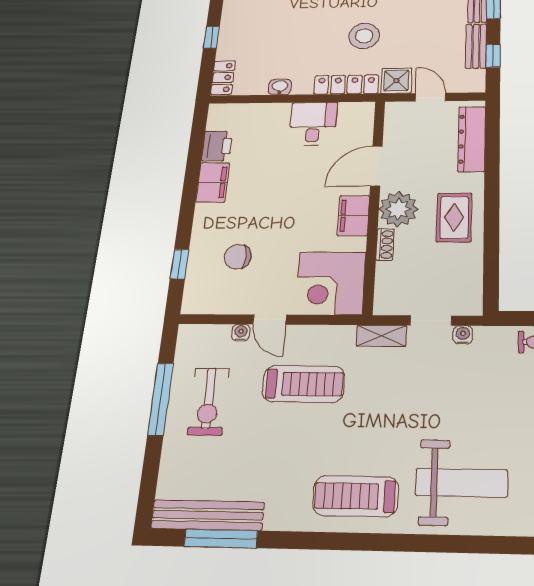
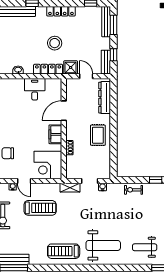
bench: (476, 46) -> (106, 62), moved
plant: (398, 209) -> (74, 131), removed

